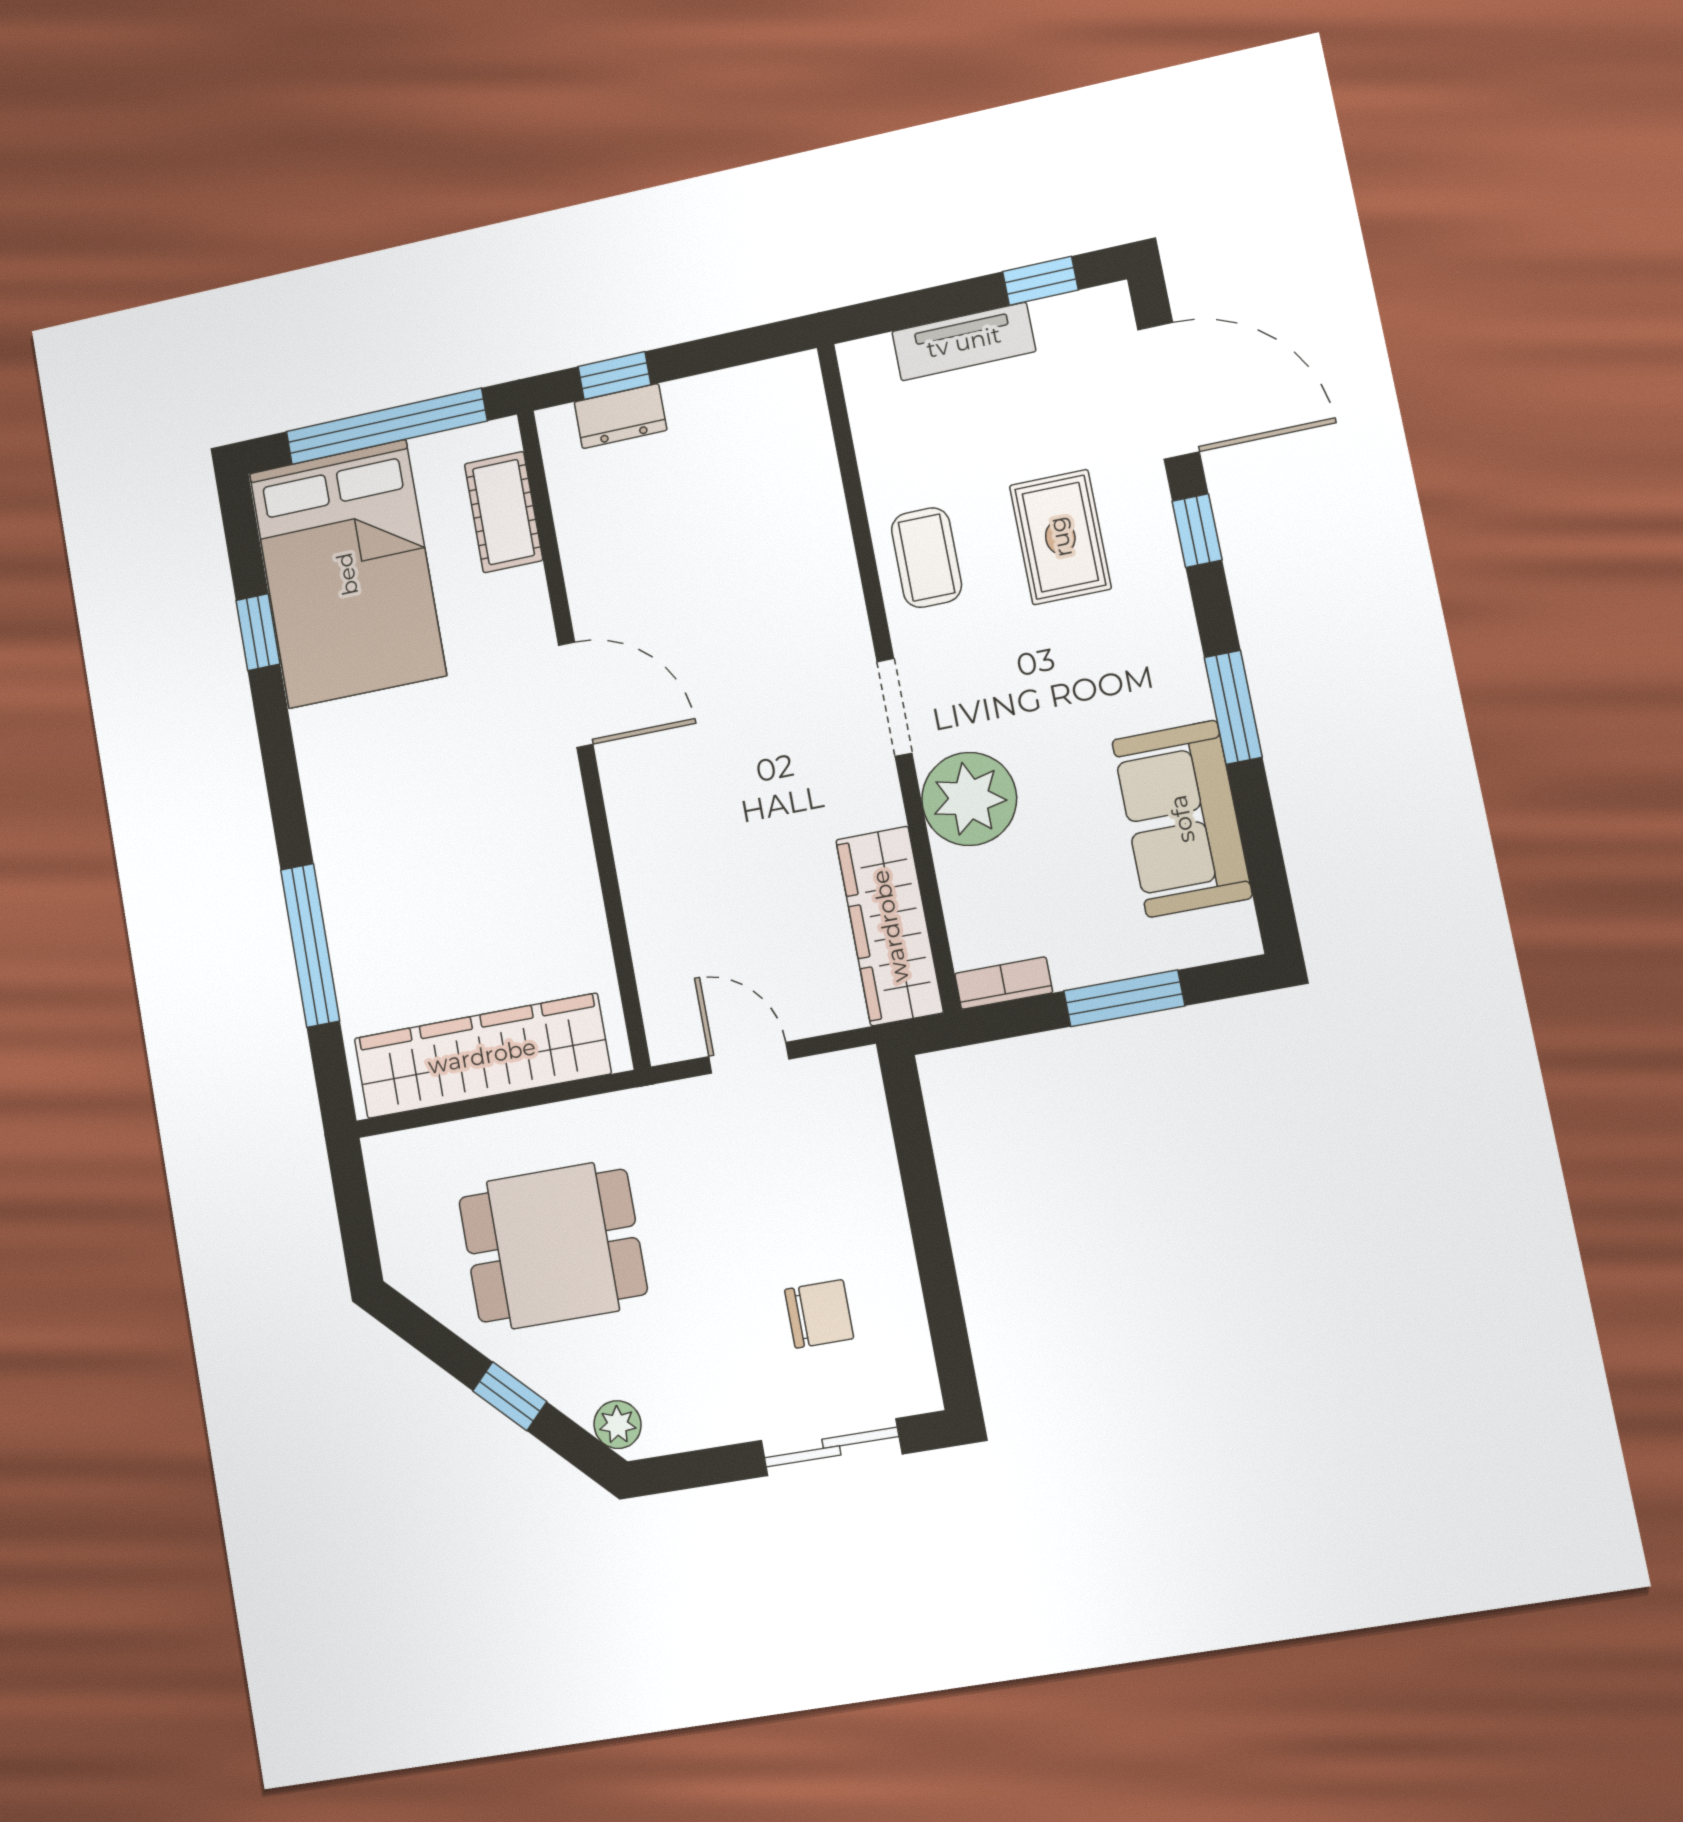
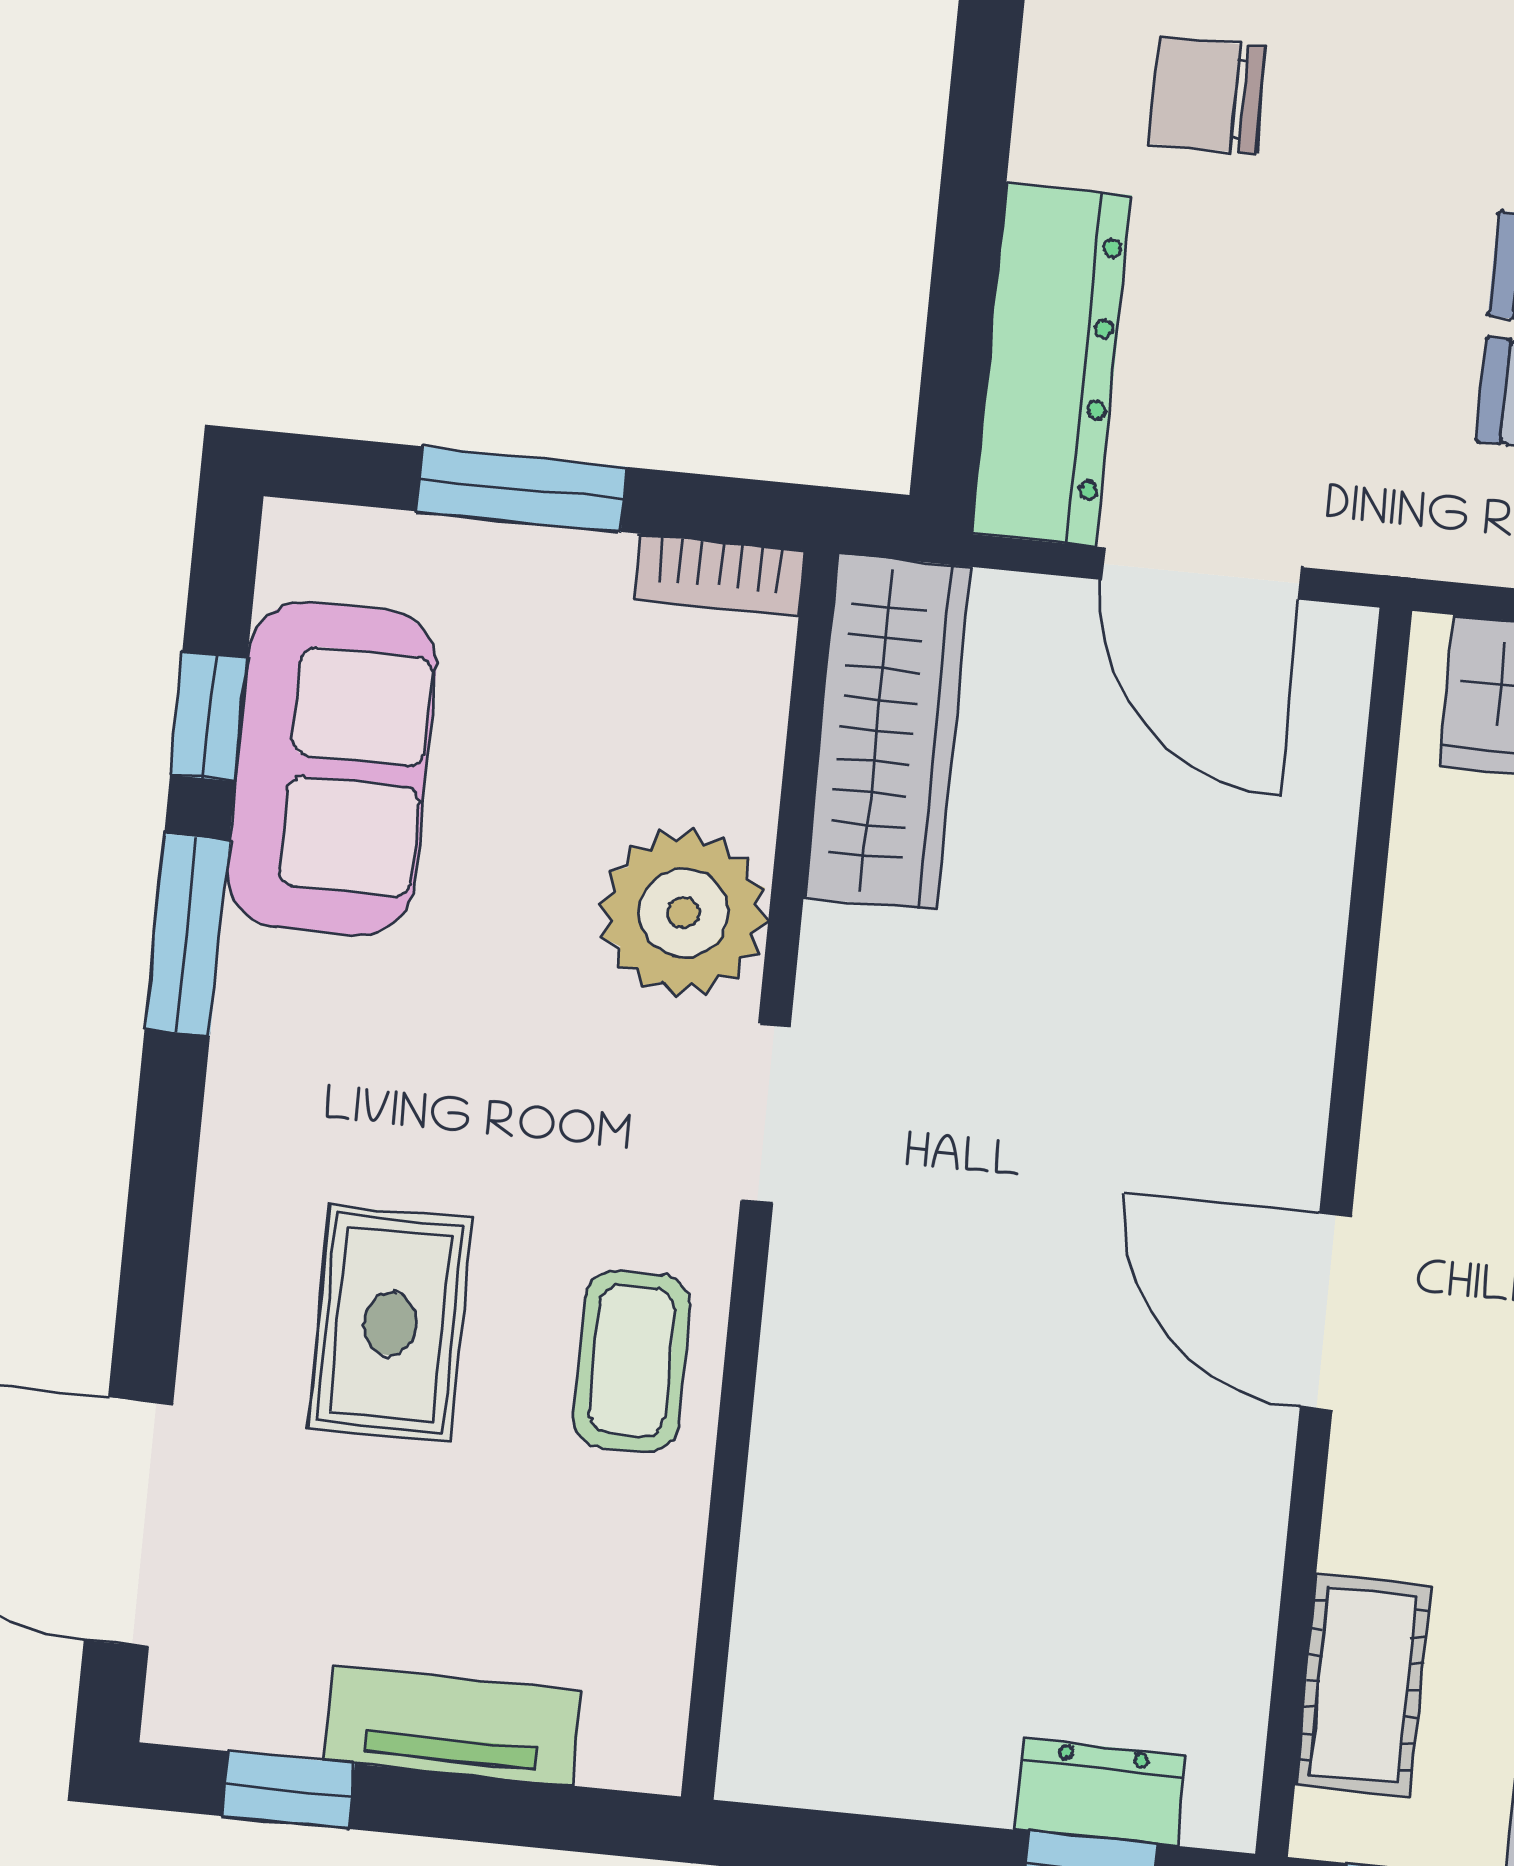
window: (1197, 531) -> (209, 716), moved
door: (749, 1058) -> (1201, 573), width x1.38
dresser: (860, 1146) -> (1051, 365), added

